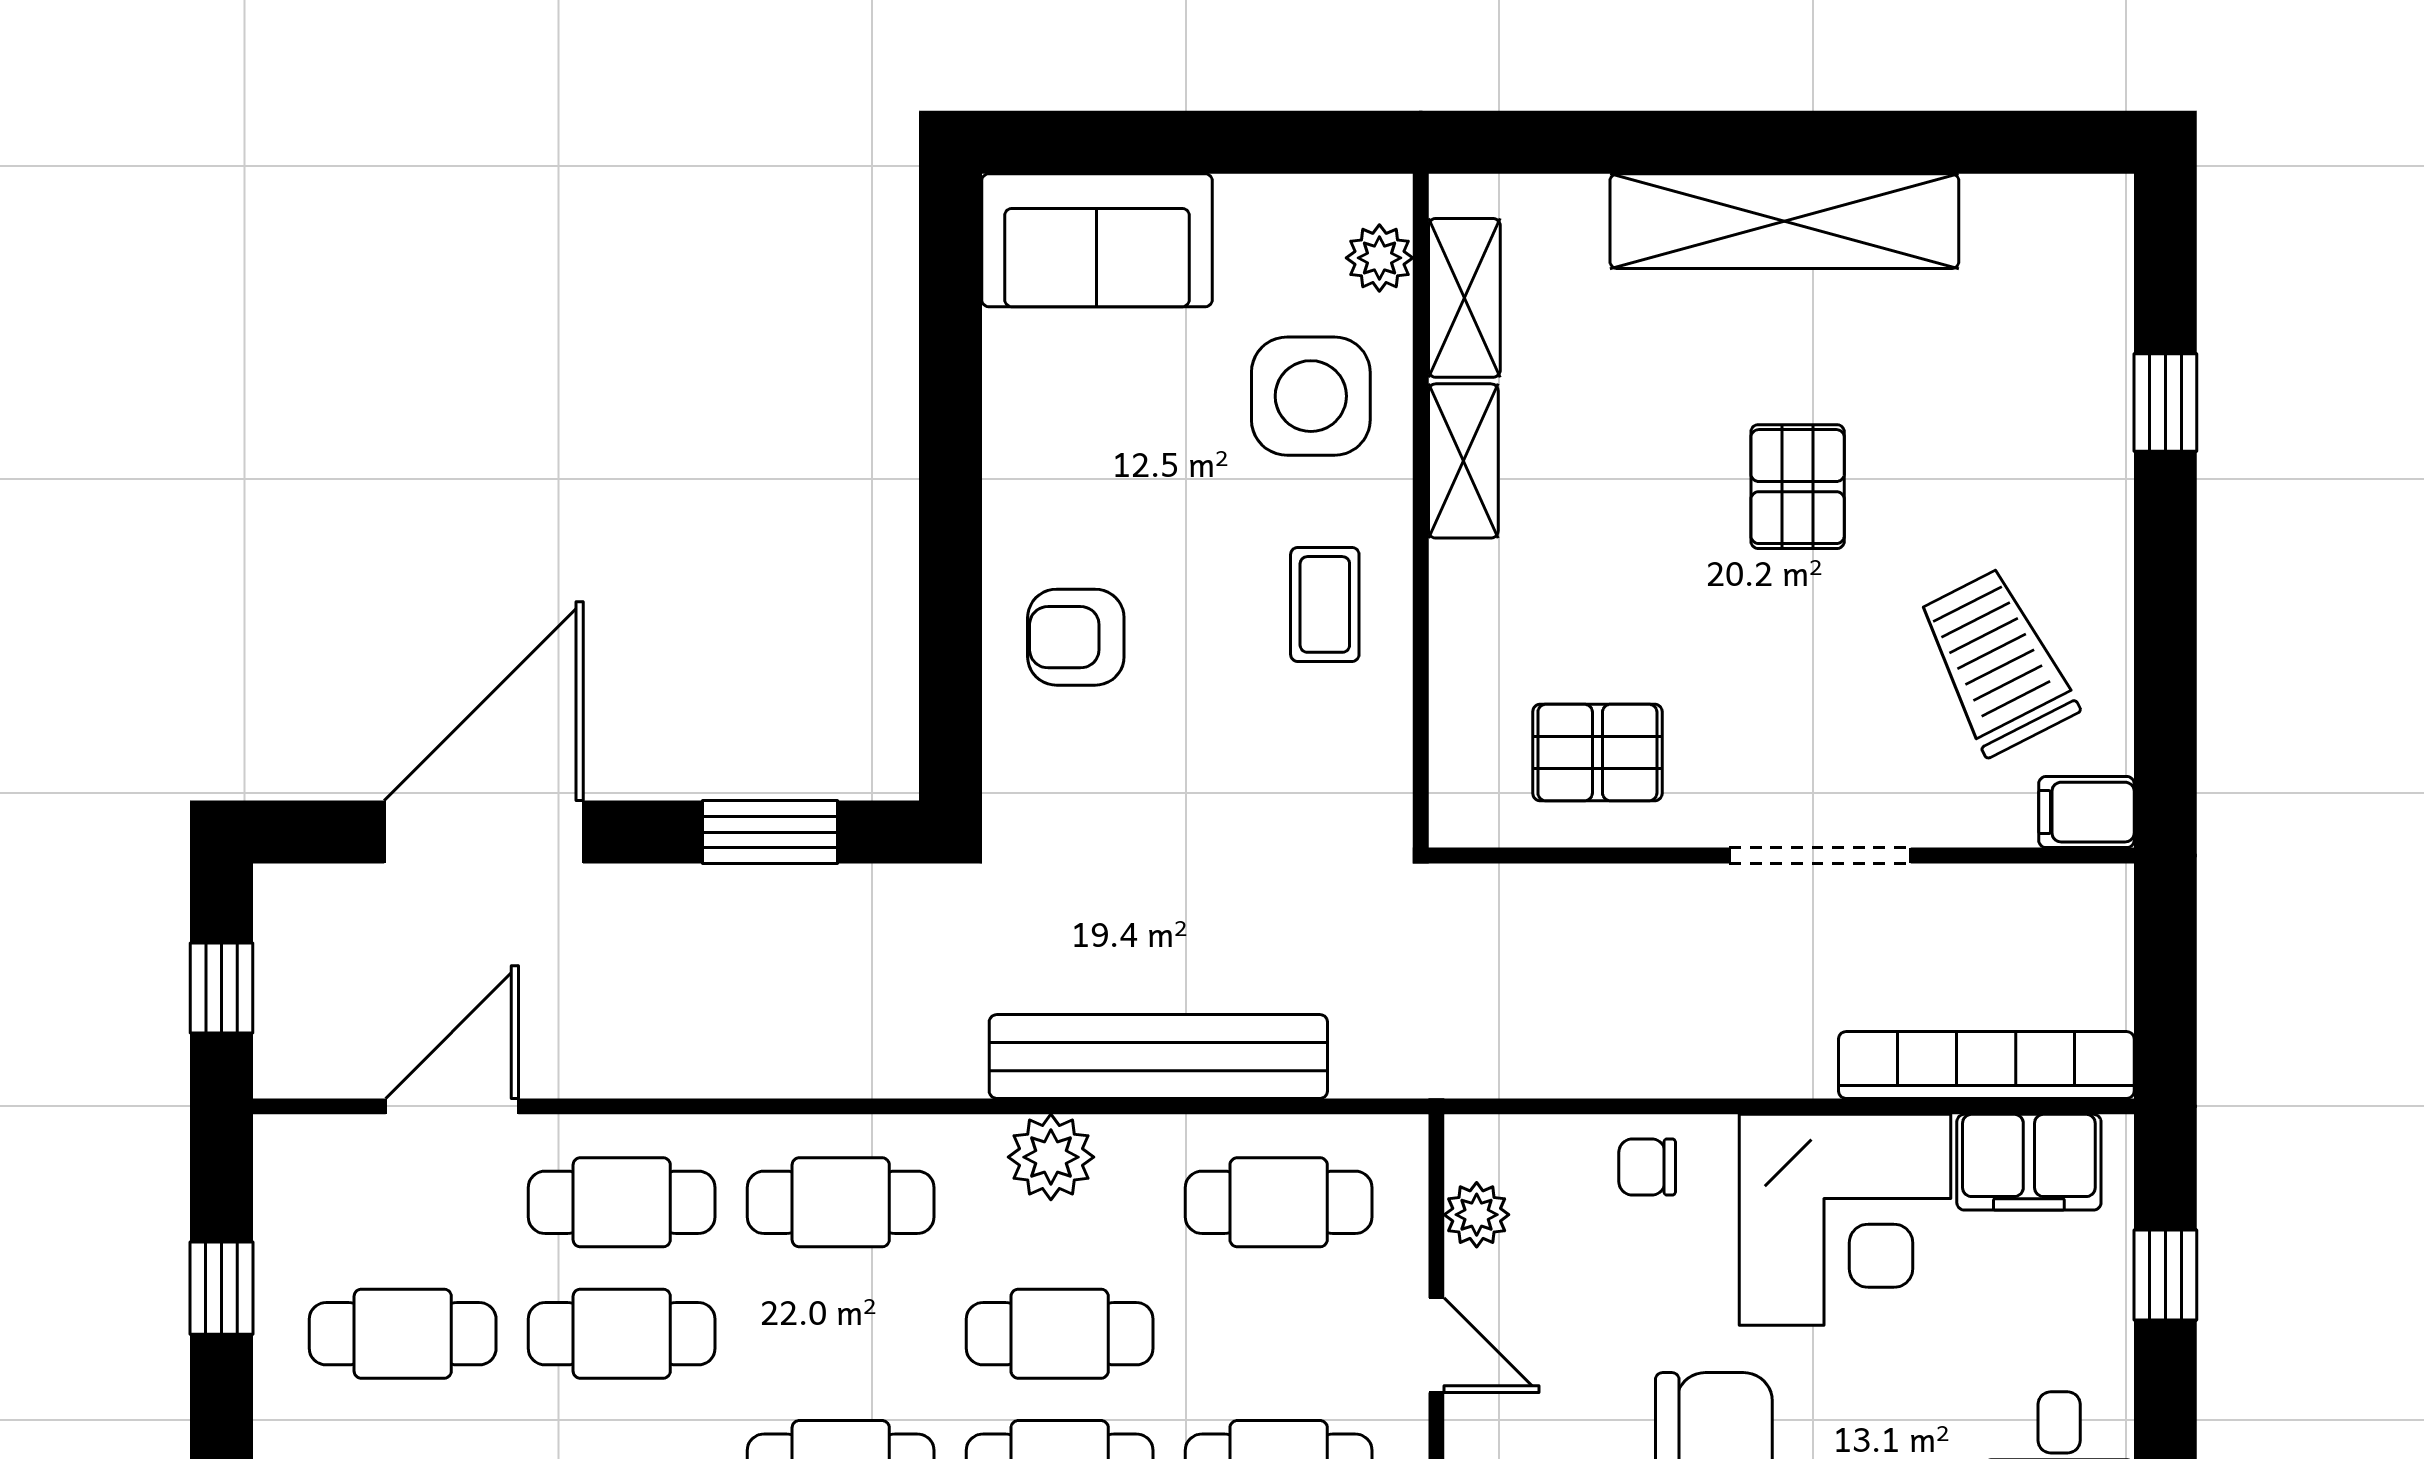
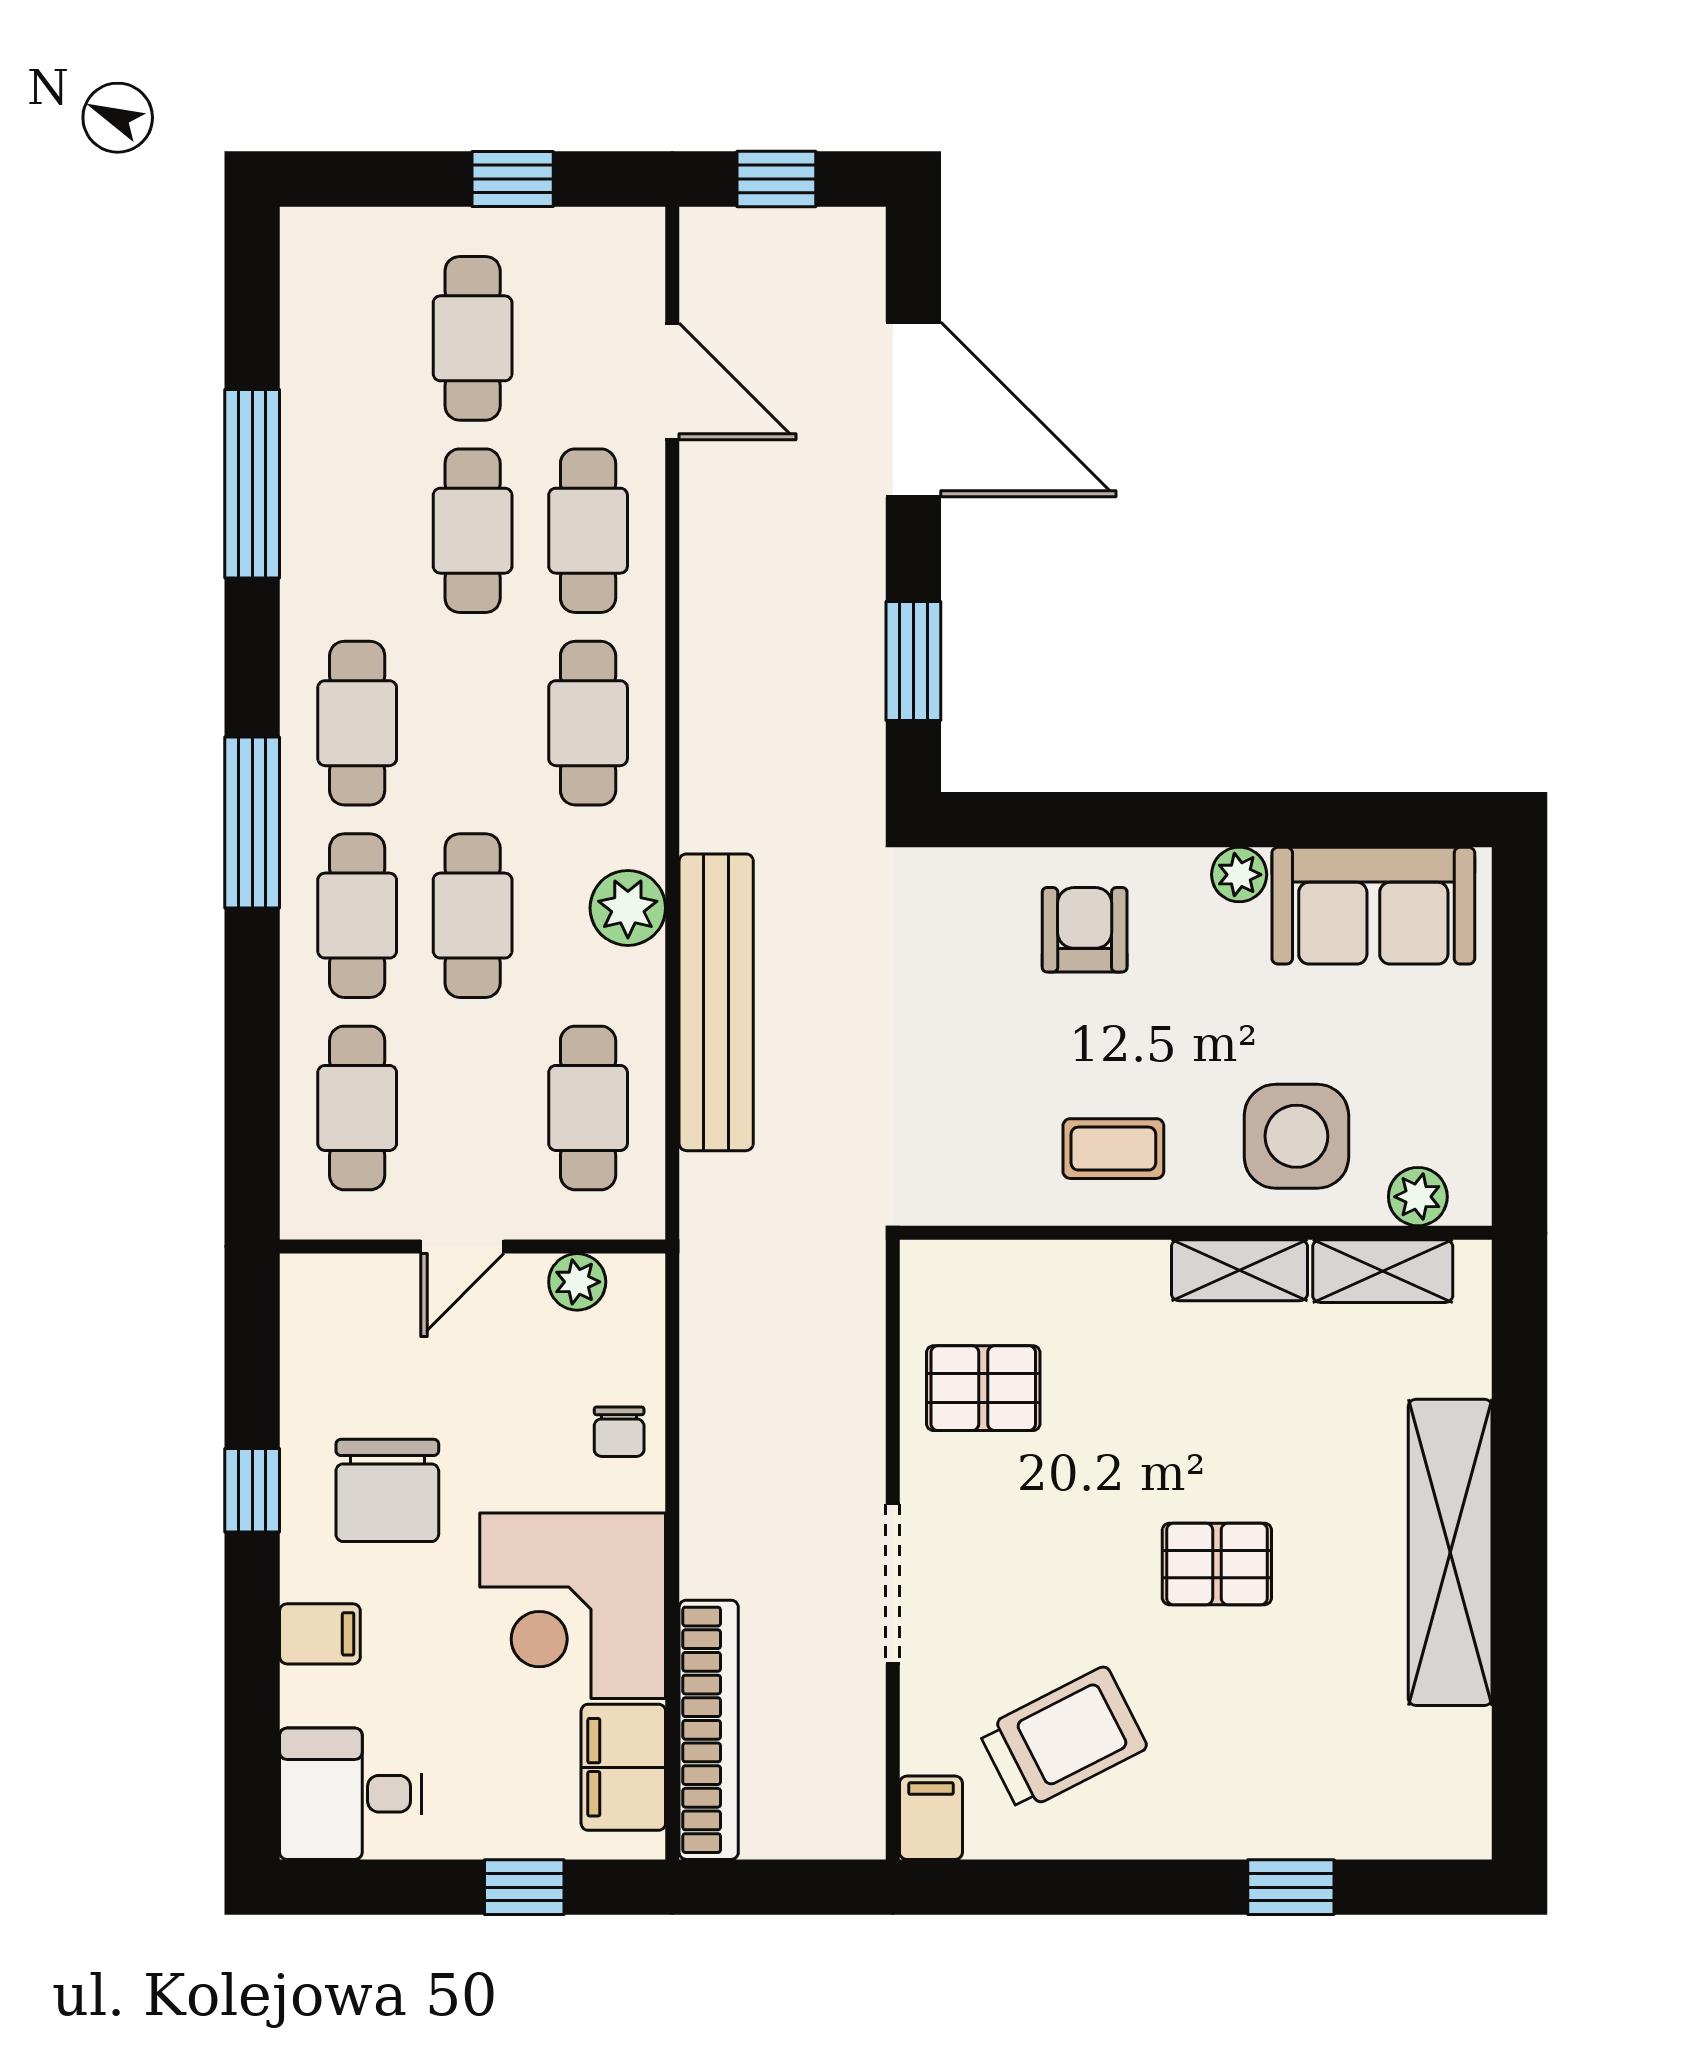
sofa: (1097, 240) -> (1373, 906), moved, turned -90
plant: (1013, 461) -> (1239, 875), added
pallet: (1597, 753) -> (983, 1388), turned 90
chair: (1647, 1167) -> (619, 1432), turned 180

